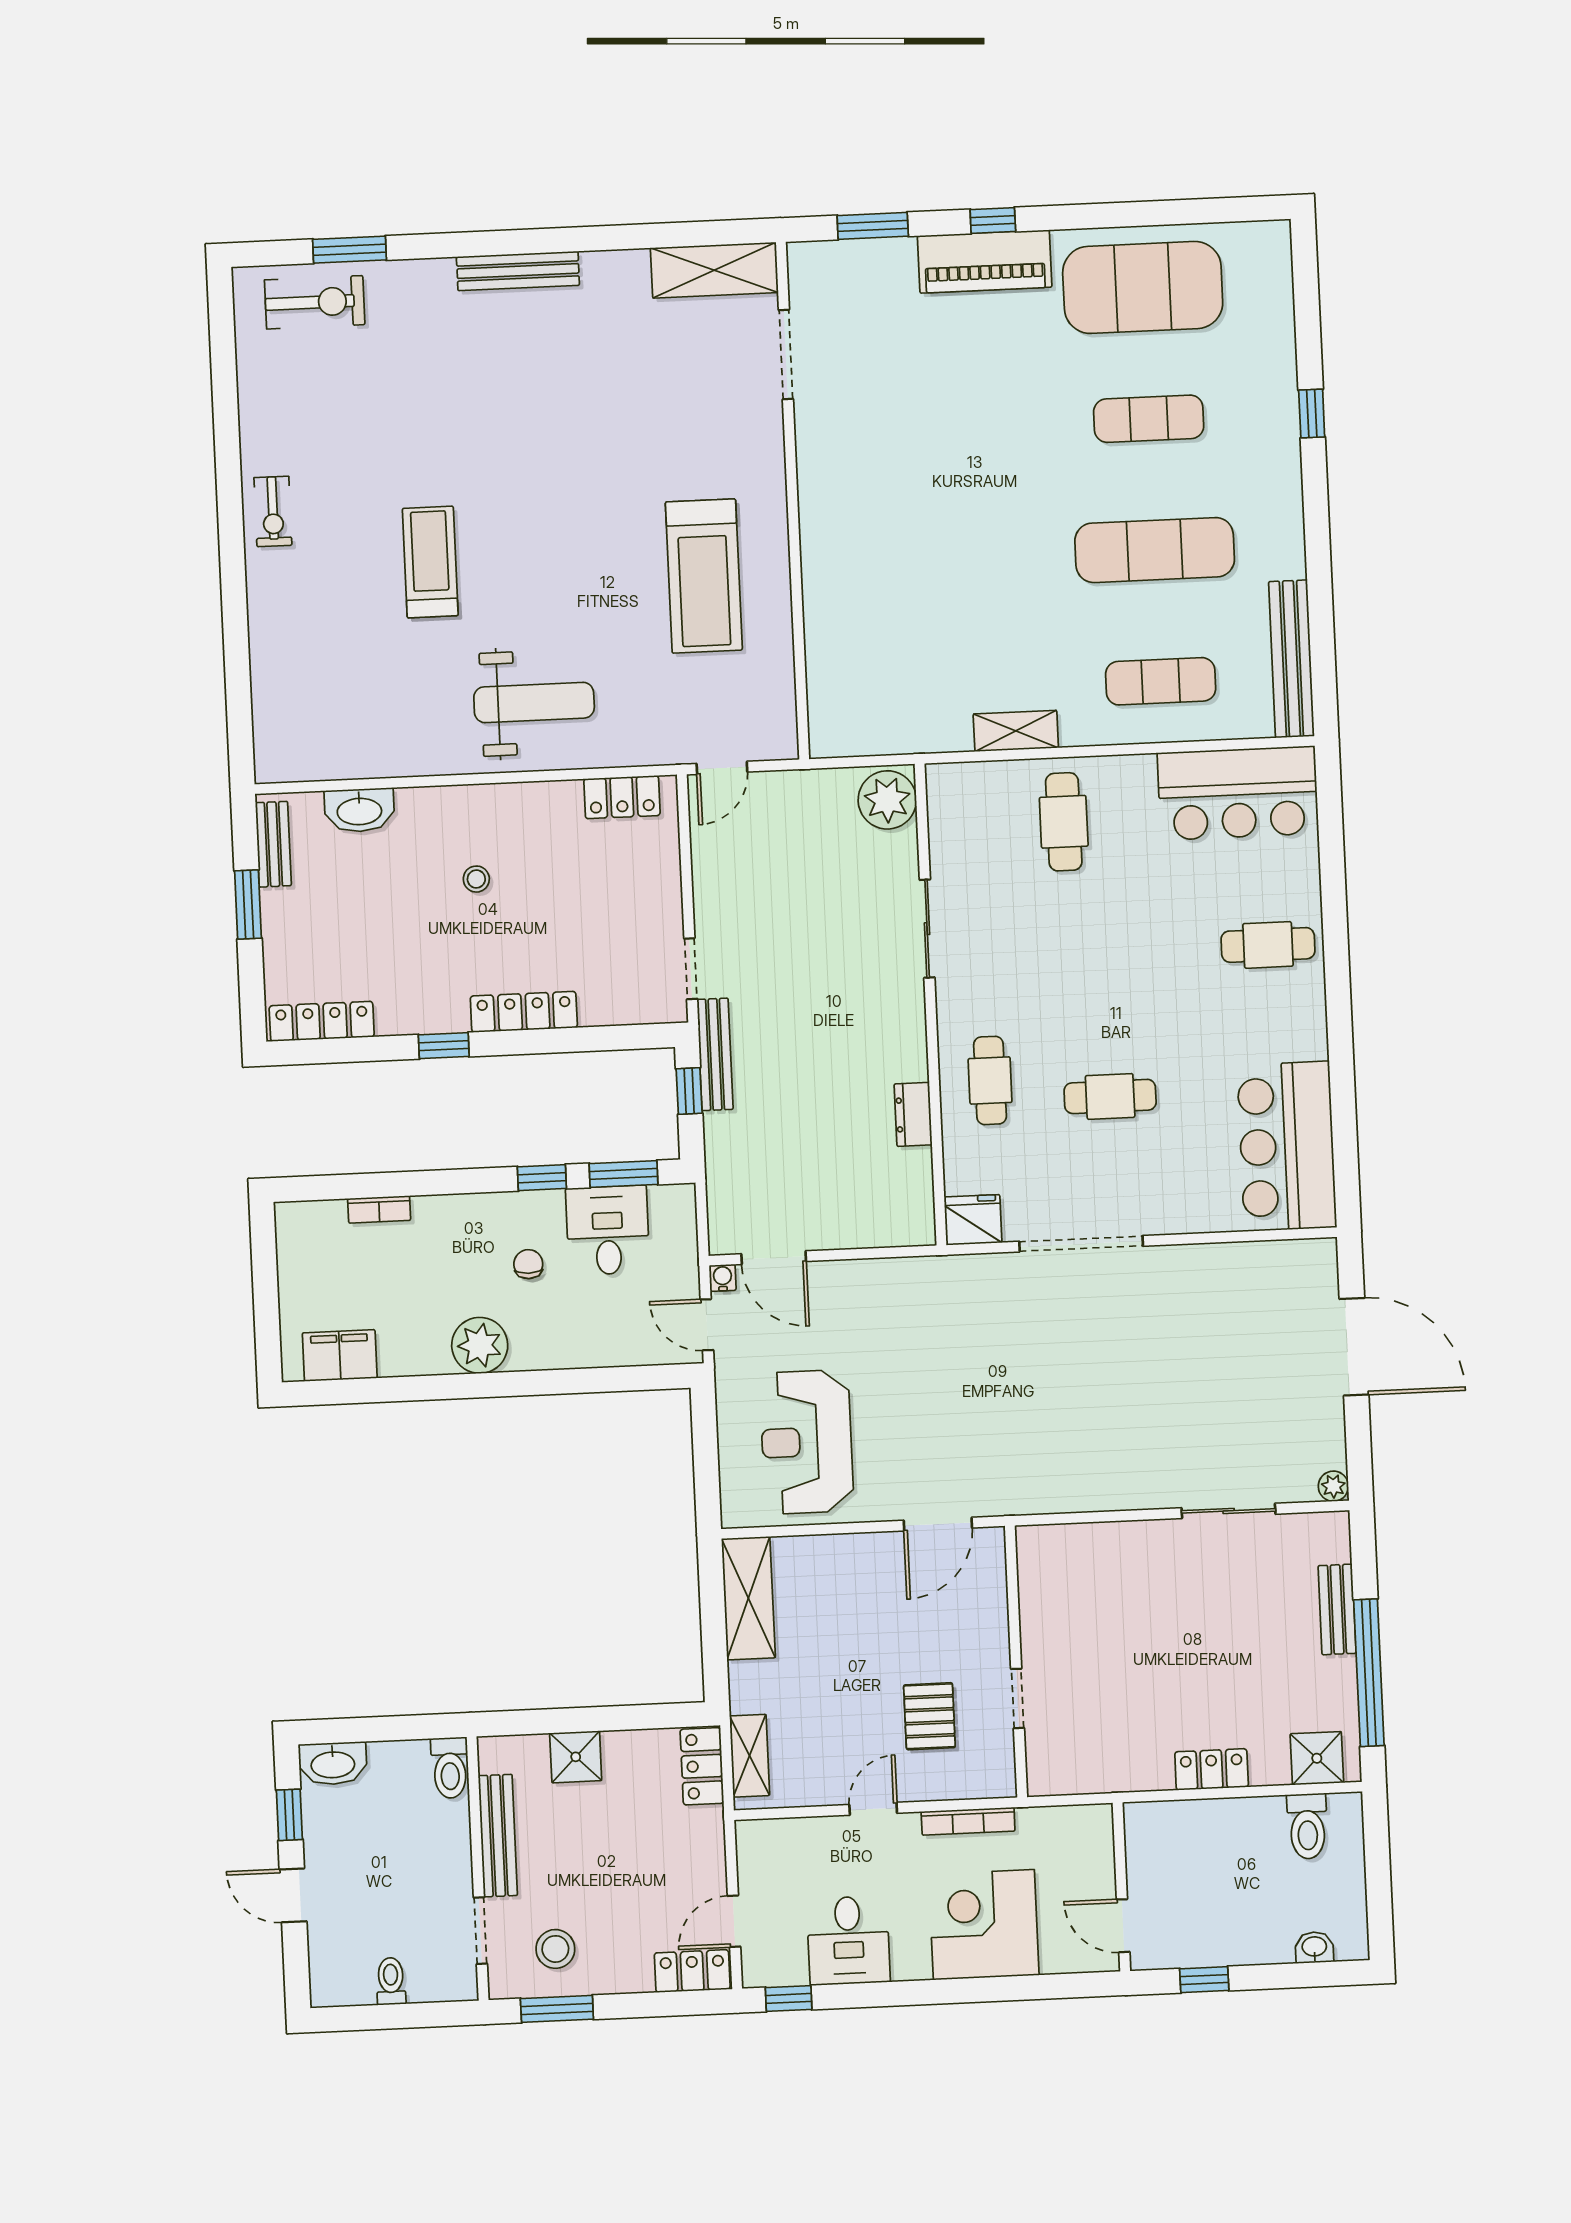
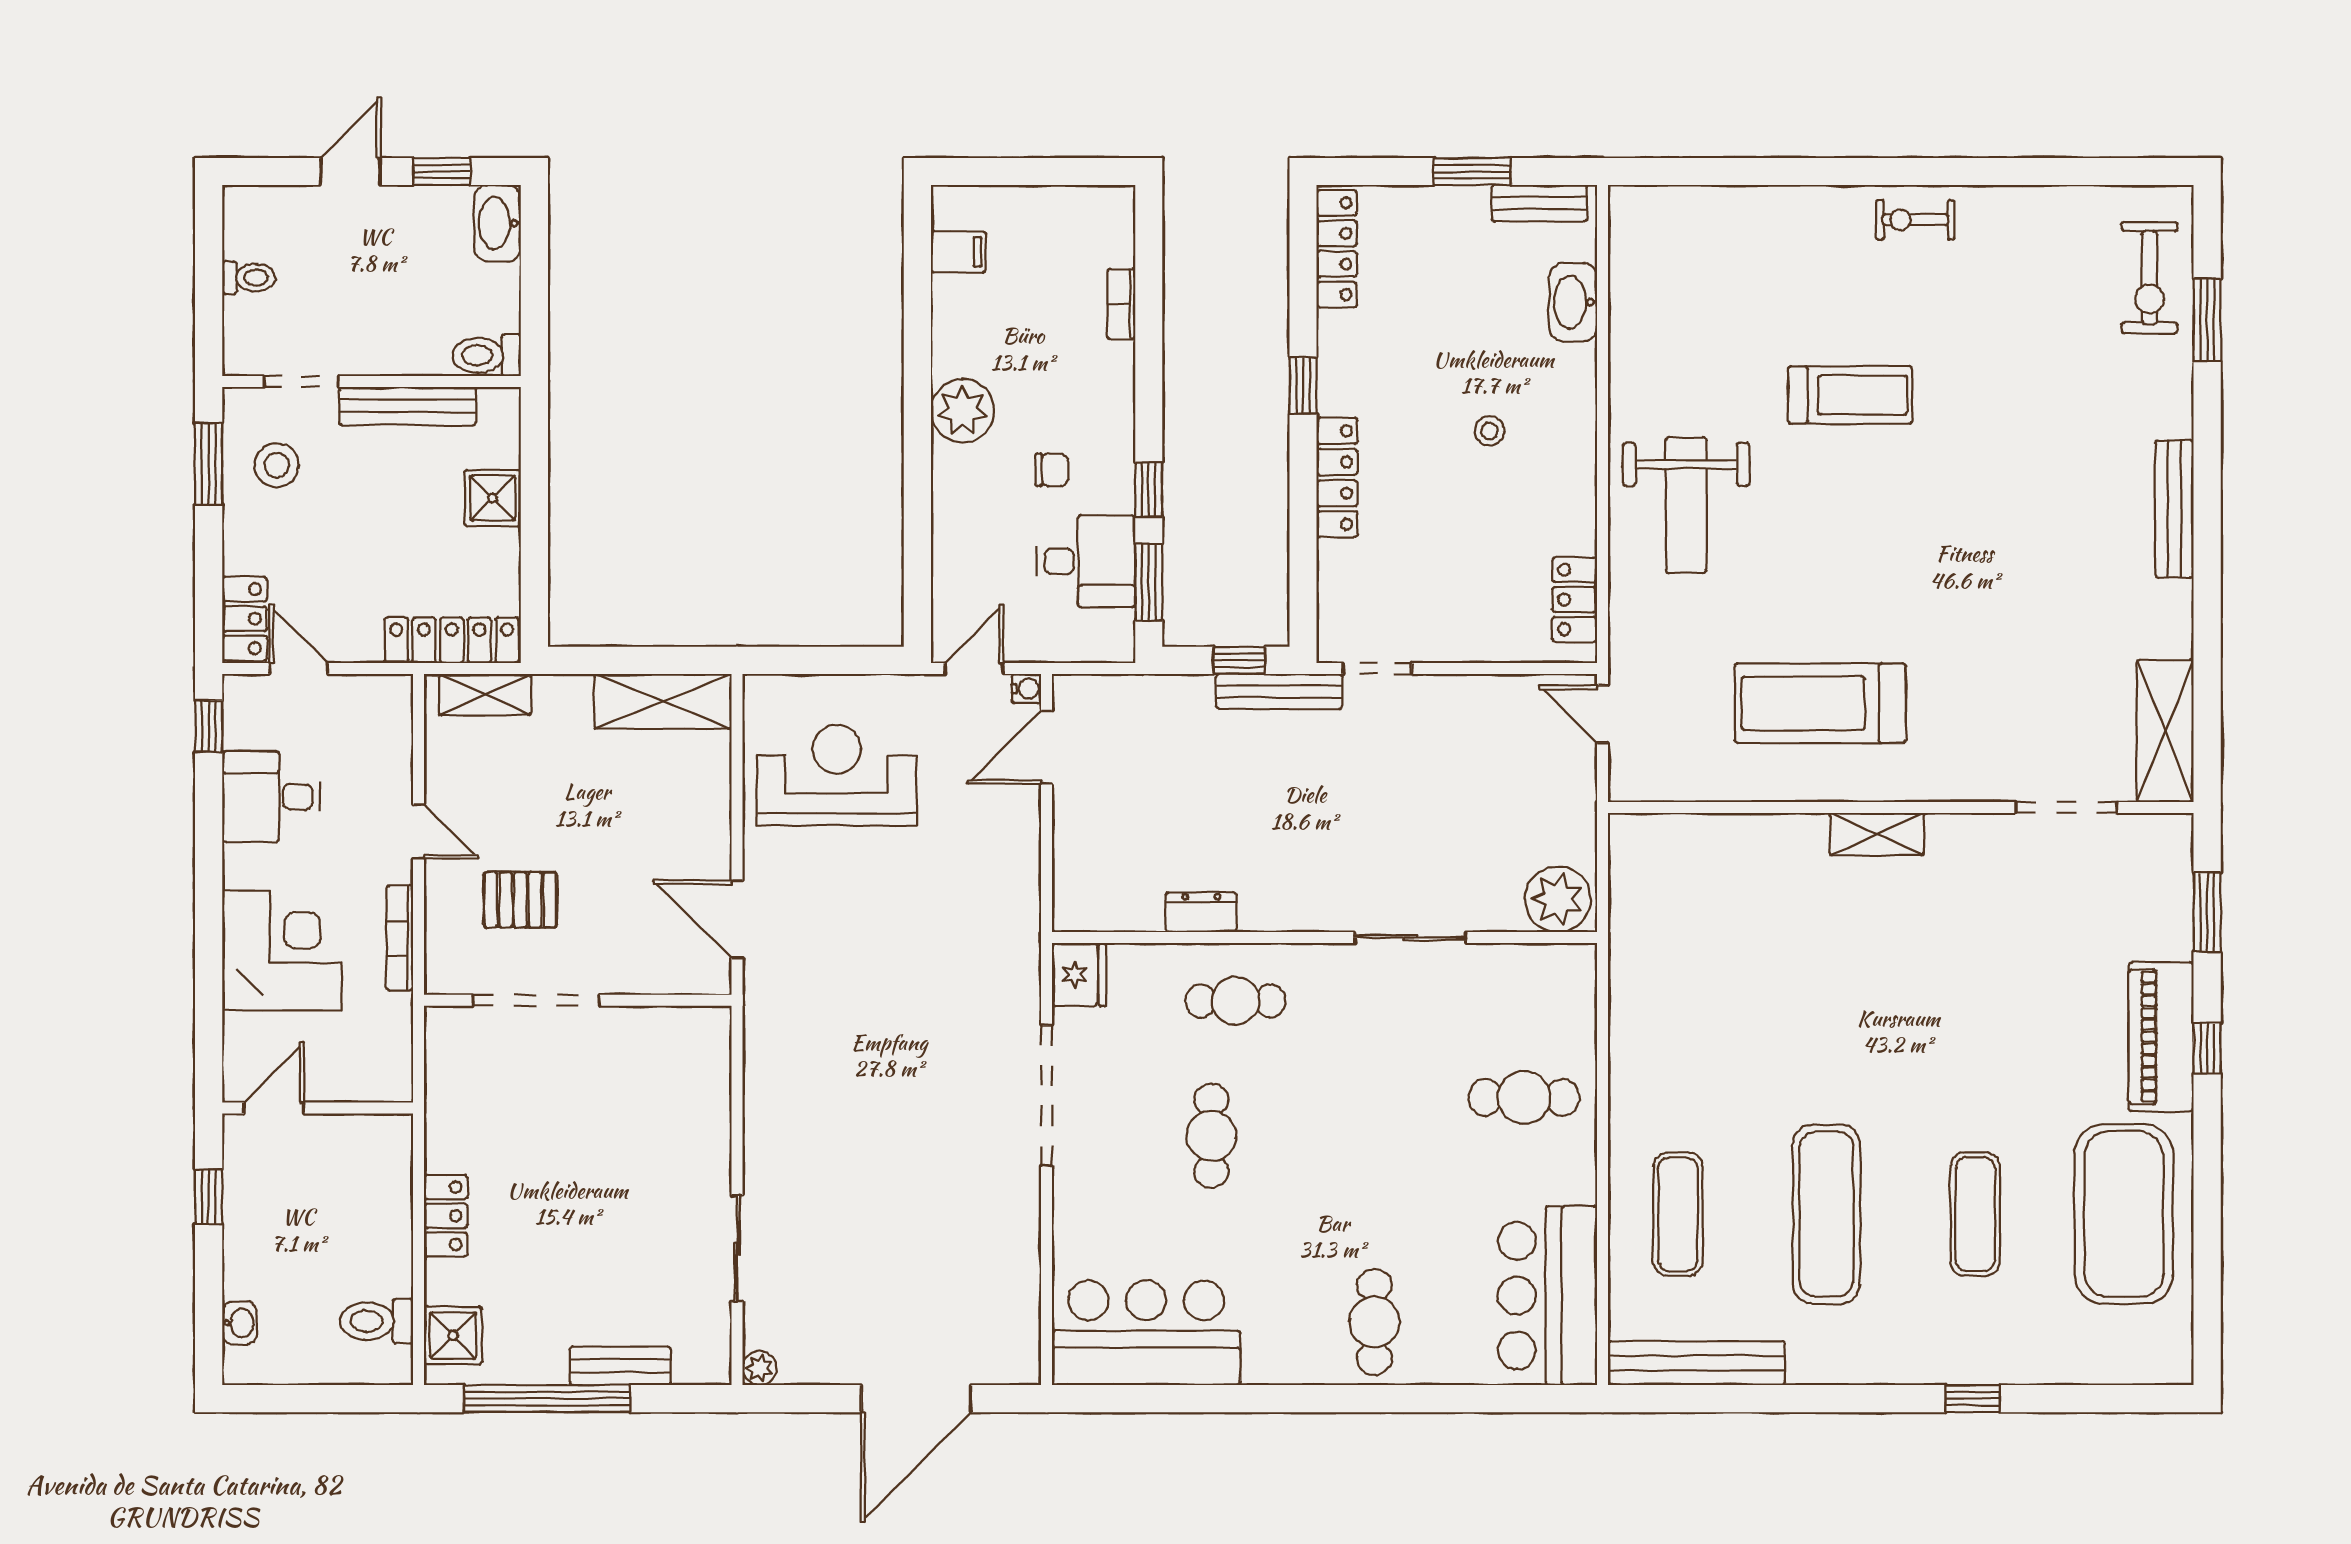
shelving: (1016, 731) -> (1877, 834), moved, turned 90
filing cabinet: (340, 1355) -> (958, 252), width x0.50
doorway: (1018, 1698) -> (536, 1000), width x1.87
locker: (702, 1766) -> (452, 640), width x1.53

